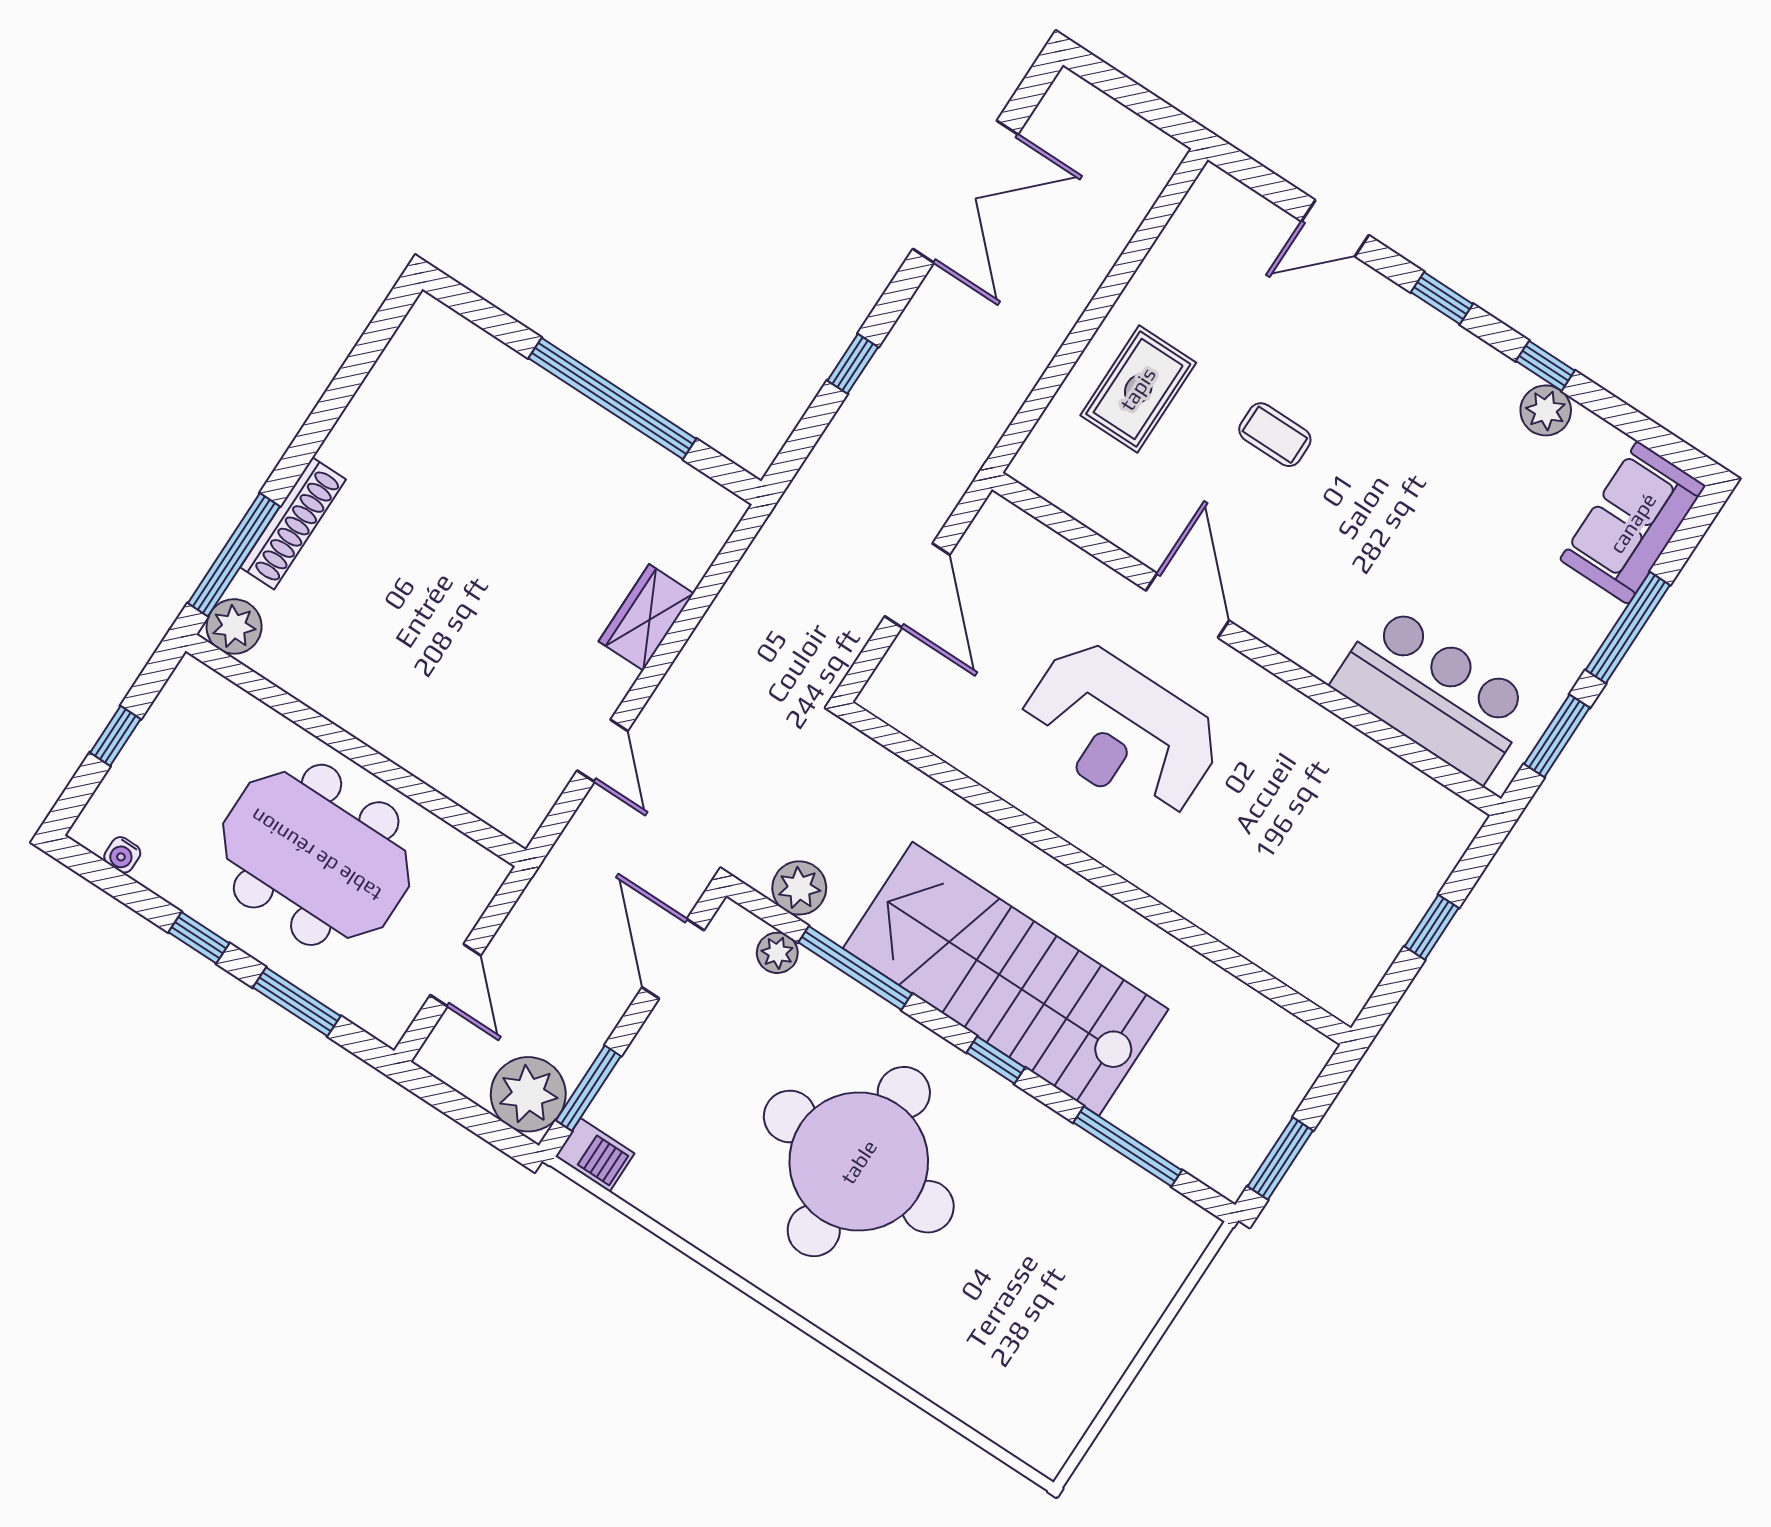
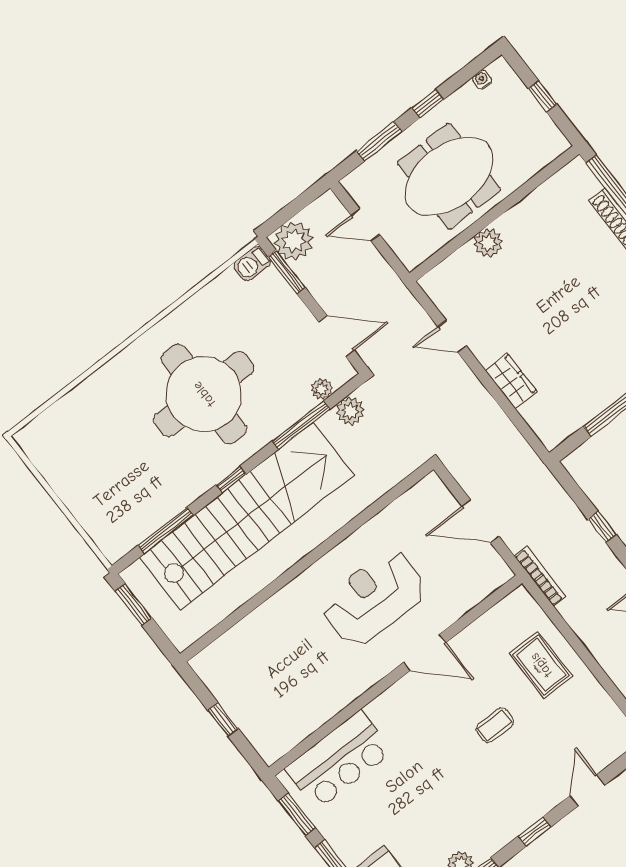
bookcase: (979, 445) -> (540, 576), added
plant: (234, 626) -> (488, 243), moved
stairs: (1006, 979) -> (247, 516), width x1.36

